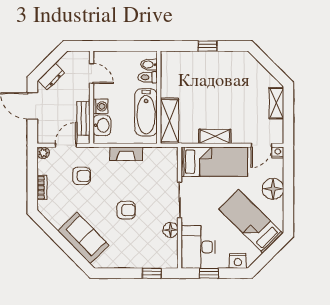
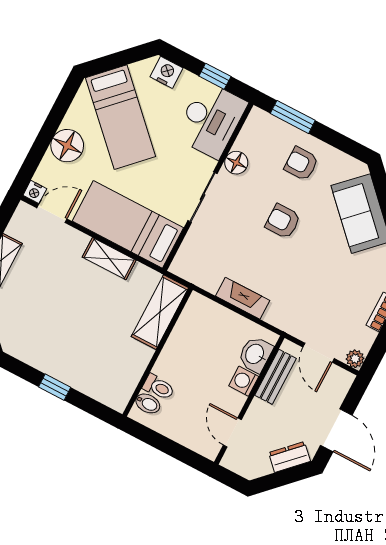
bathtub: (146, 112) -> (186, 341), removed
door: (66, 145) -> (319, 353), hinge flipped
armchair: (82, 176) -> (301, 164), moved
window: (152, 273) -> (293, 117), width x1.50

